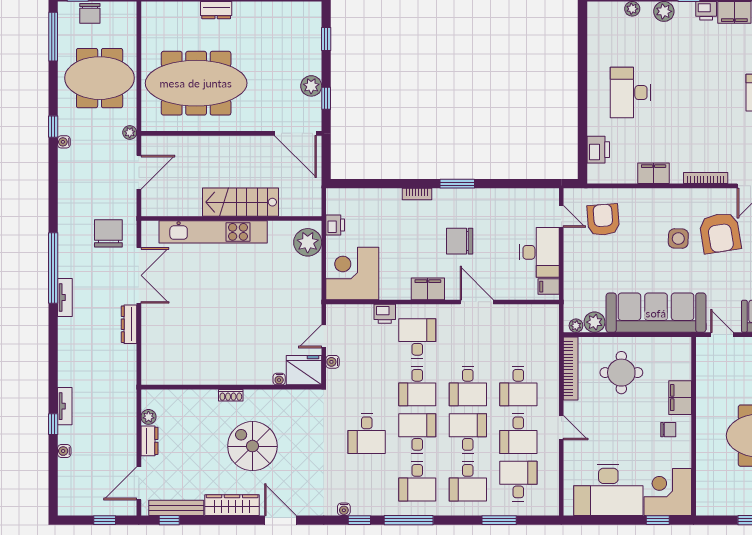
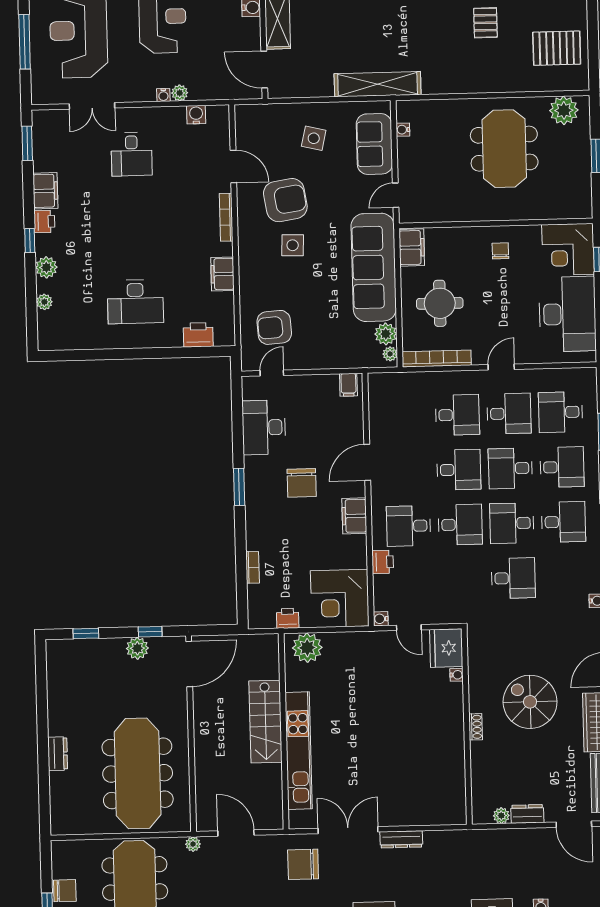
bookcase: (417, 194) -> (253, 567), moved
desk: (539, 252) -> (264, 427), moved, turned -90
water cooler: (332, 362) -> (381, 619), moved, turned 90
filing cabinet: (680, 398) -> (412, 247), moved, turned -90
spiral stairs: (252, 446) -> (530, 702), turned 90

